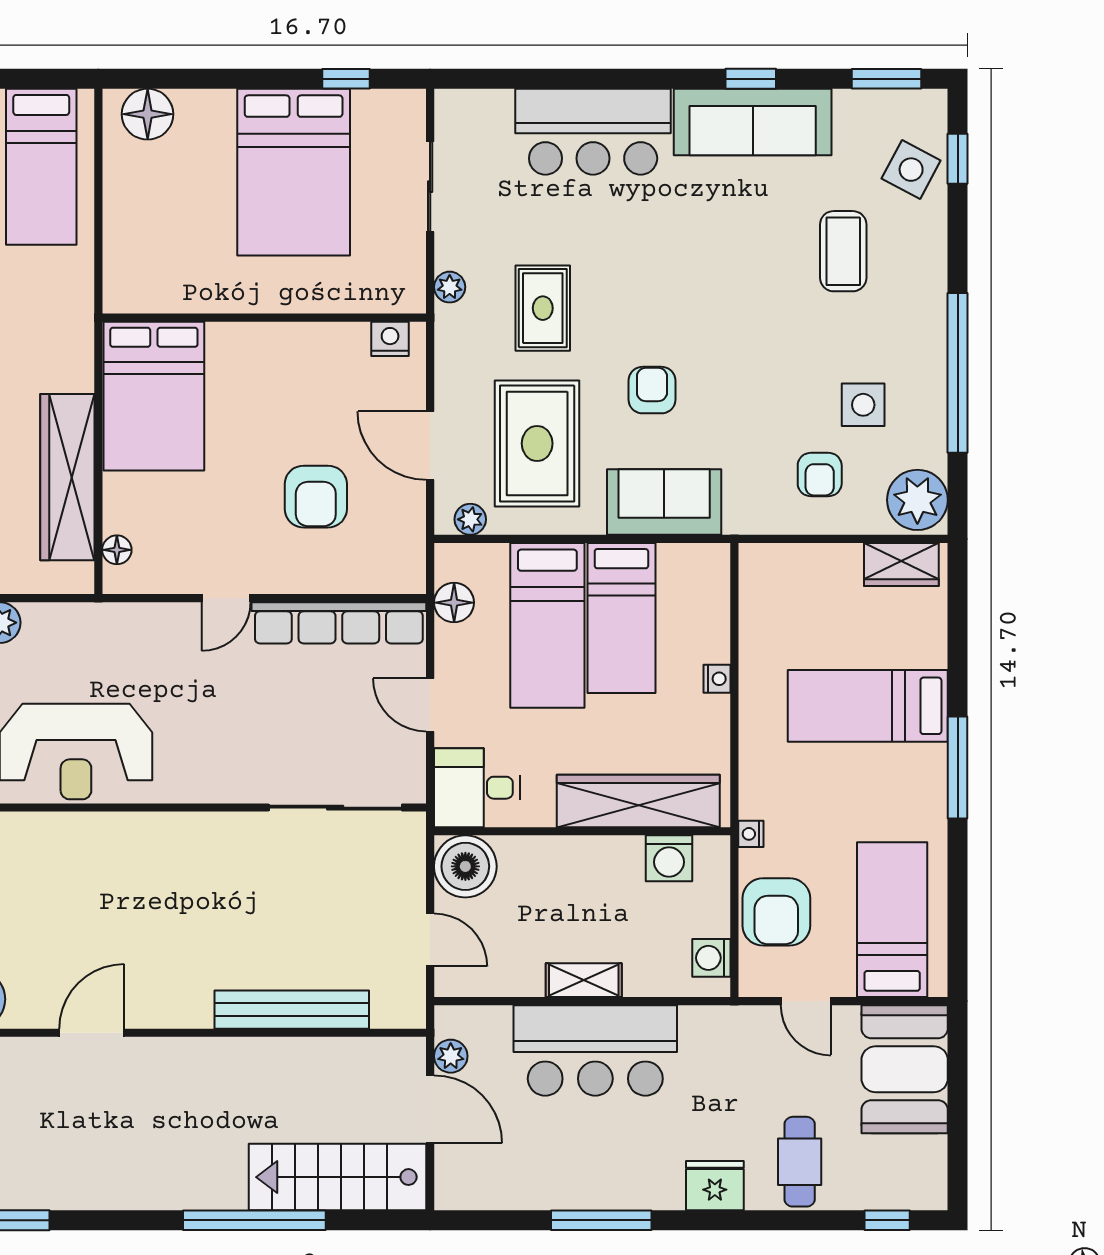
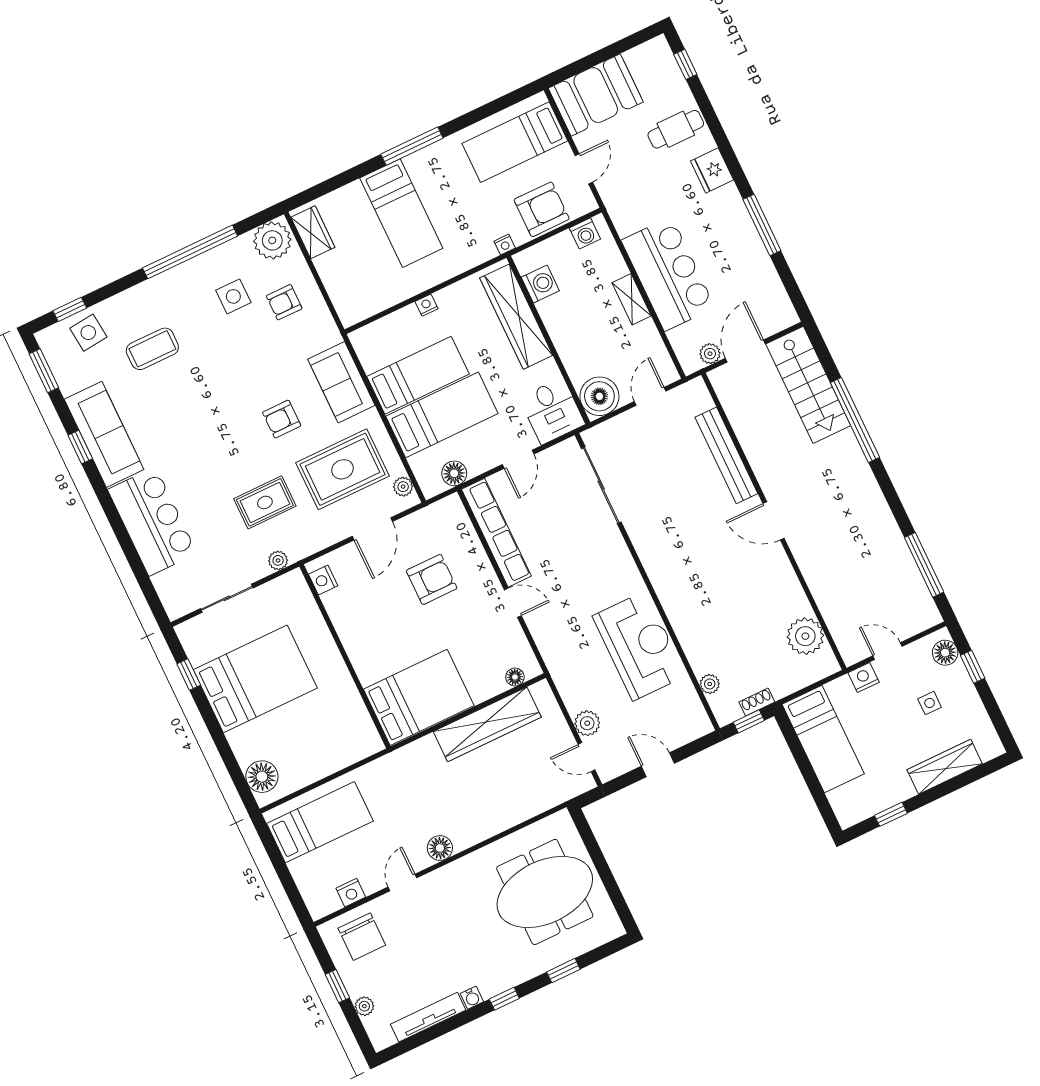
side table: (911, 170) -> (88, 333), turned -34
armchair: (820, 475) -> (284, 302), turned 180
door: (92, 1033) -> (774, 521), moved

